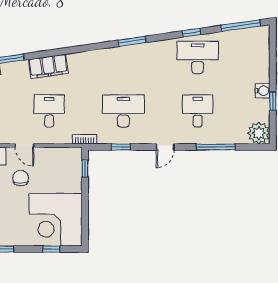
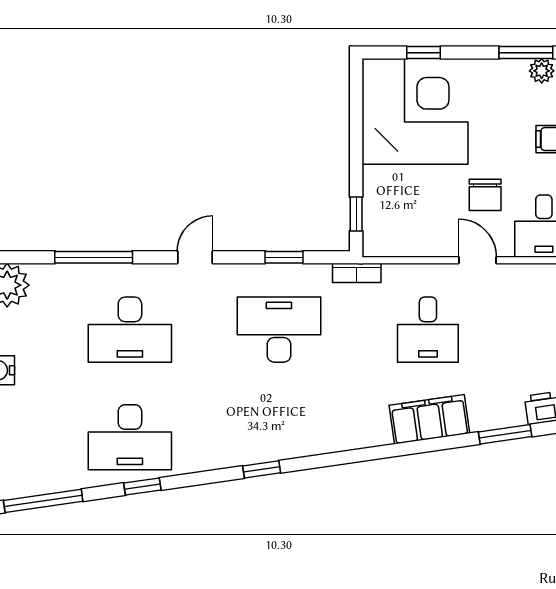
window: (132, 41) -> (262, 469), width x0.67
desk: (123, 111) -> (279, 330), turned 180
desk: (198, 111) -> (130, 330), width x1.37

